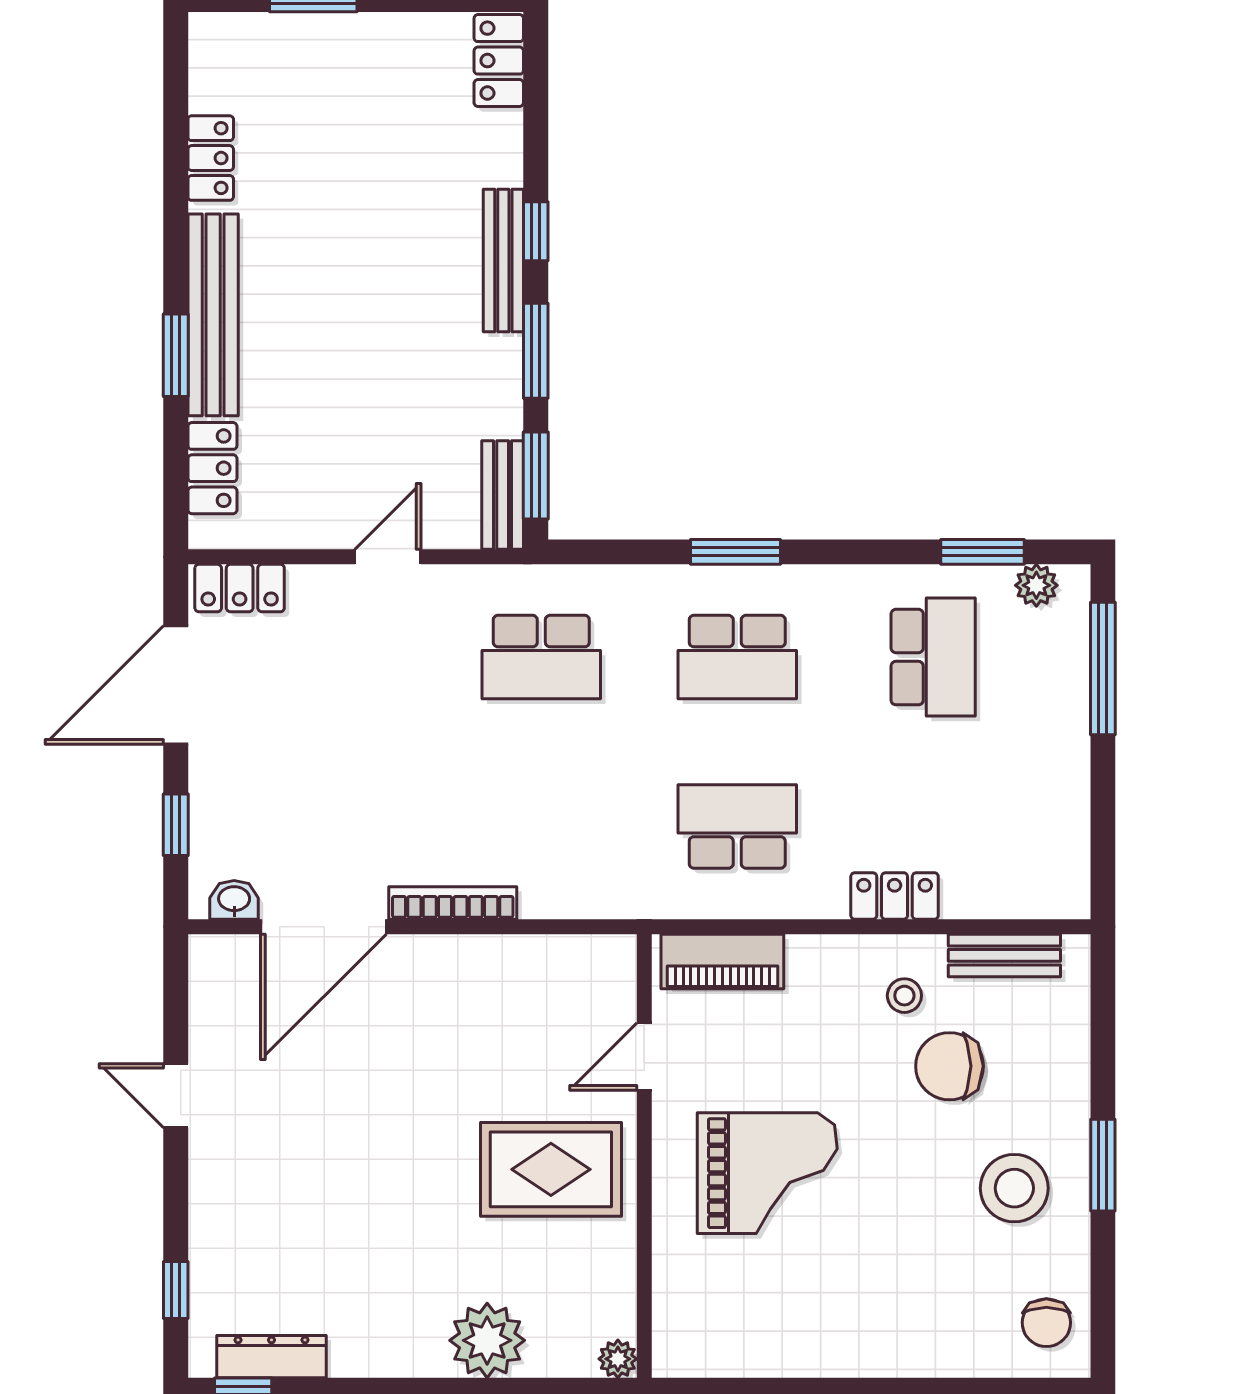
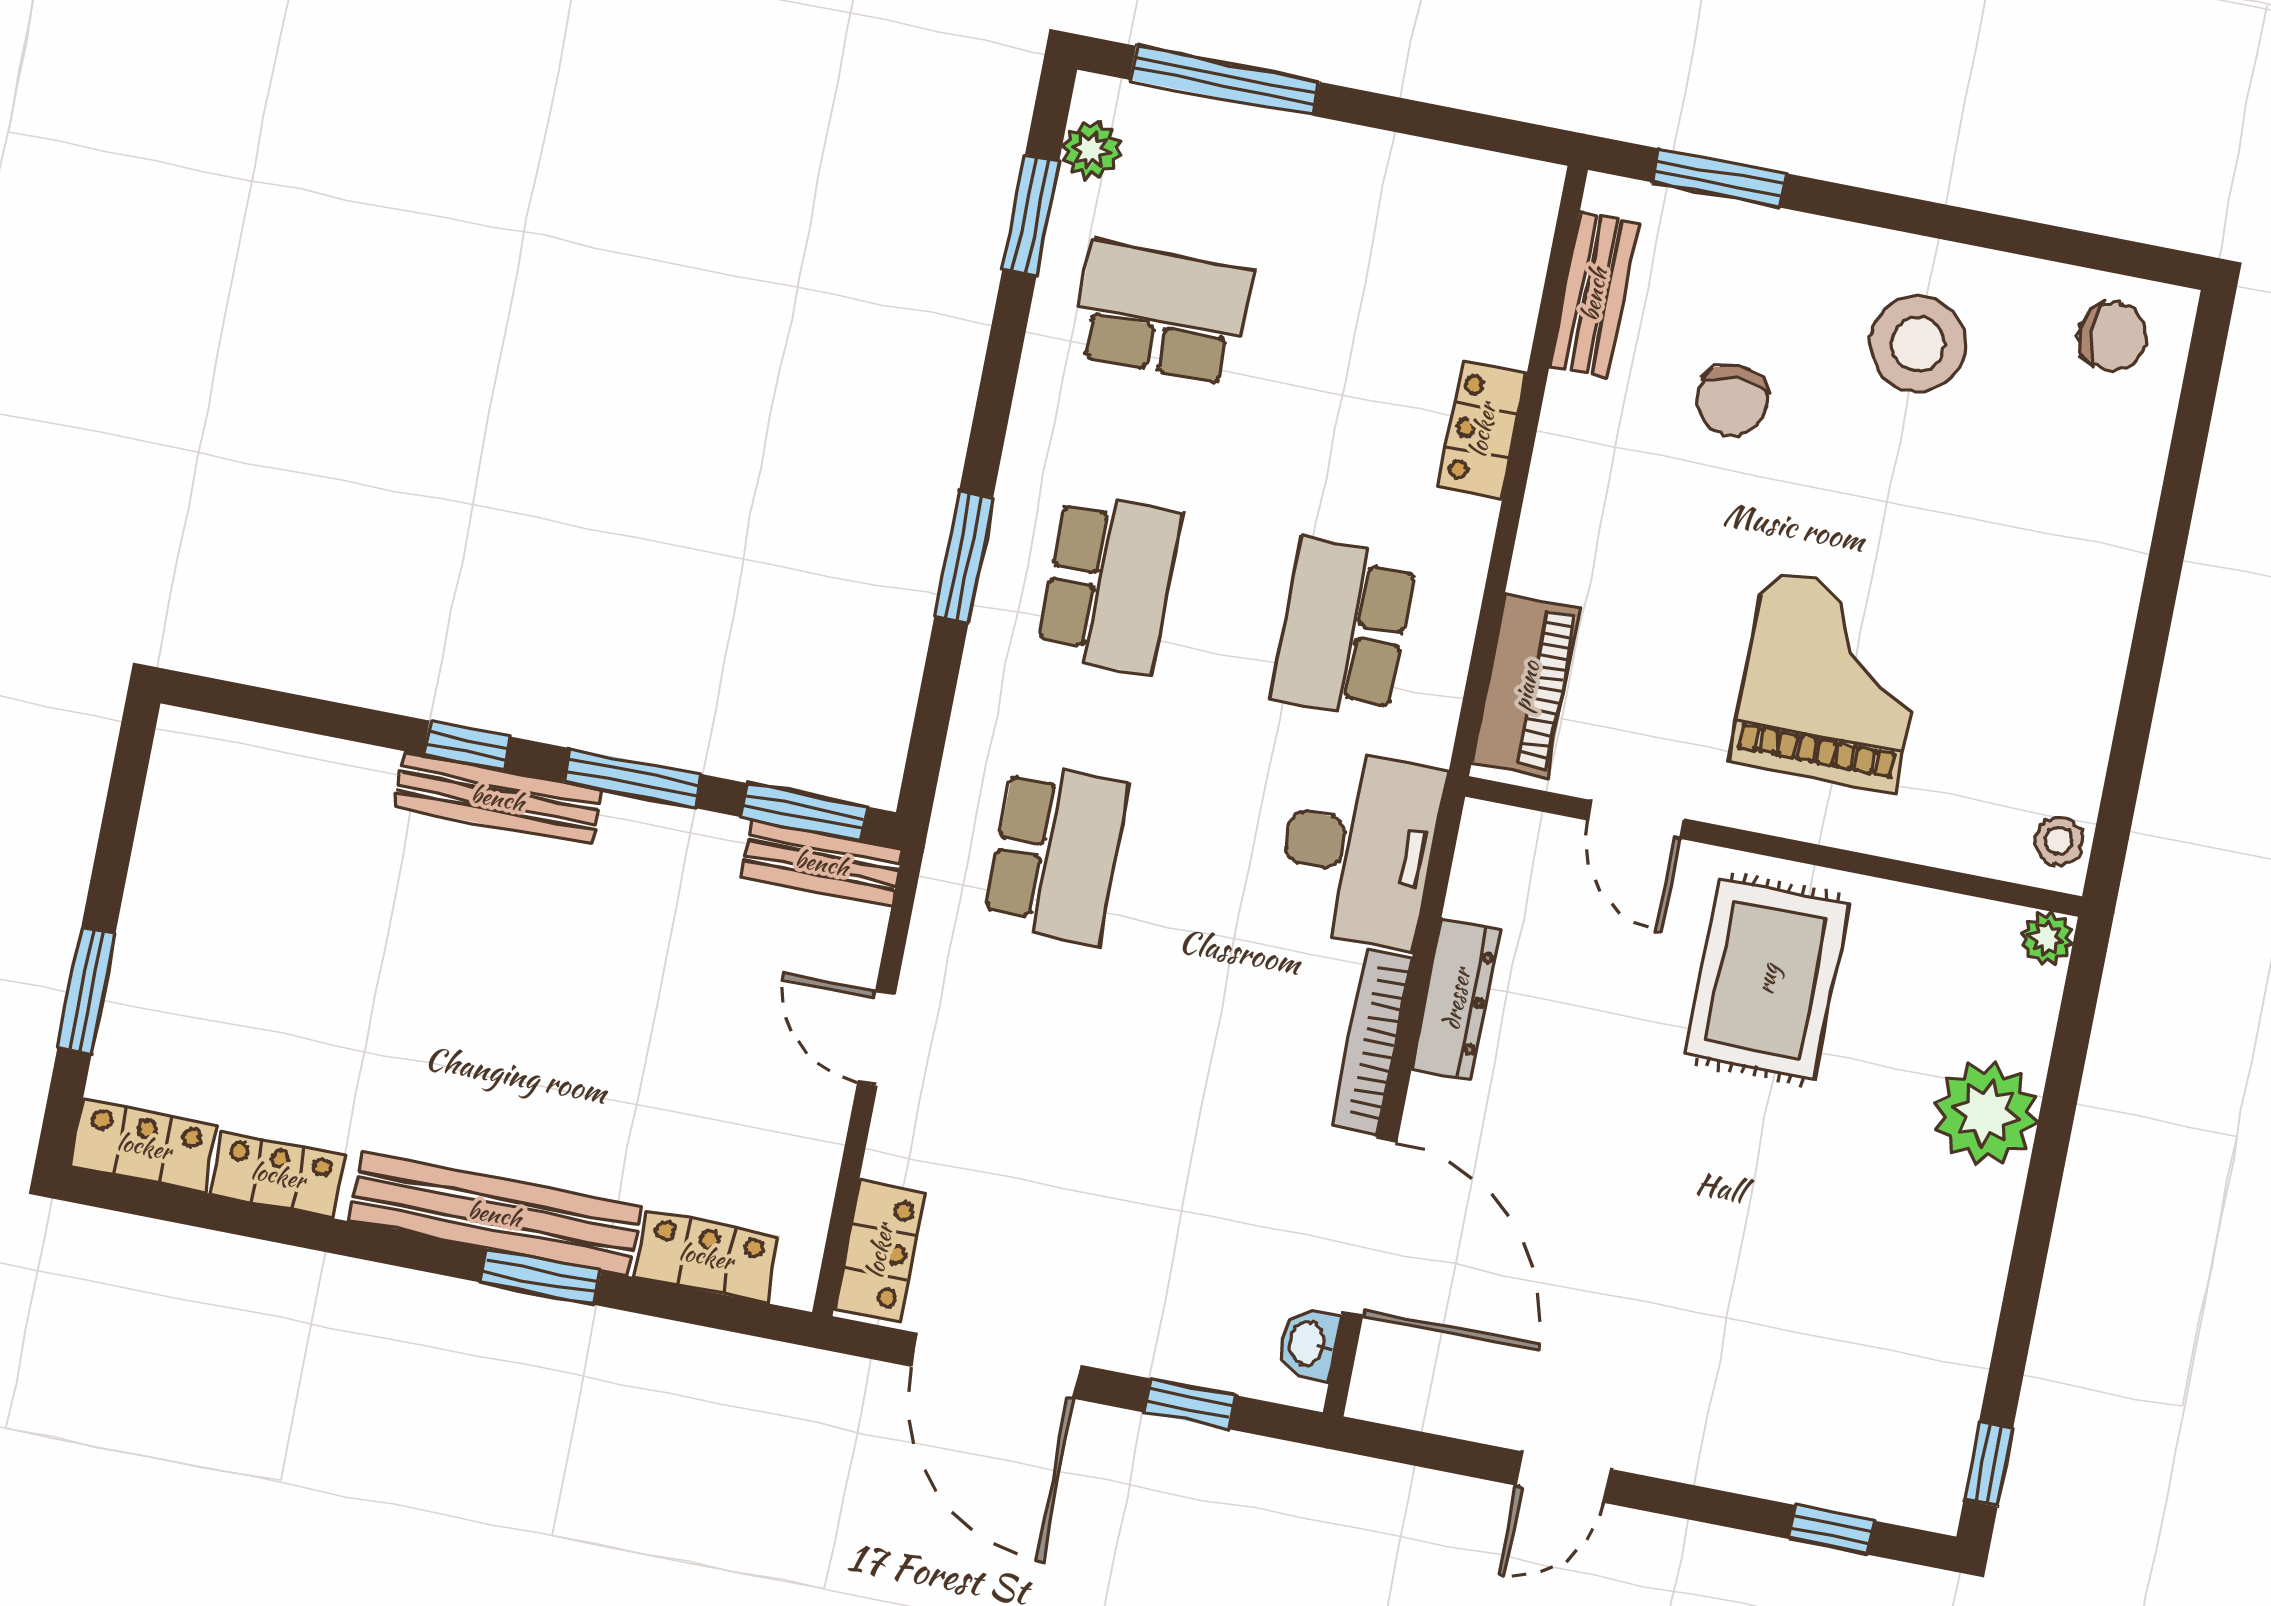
locker: (499, 61) -> (144, 1146), moved, turned 180
desk: (586, 868) -> (1360, 848), added
stool: (904, 996) -> (2059, 841), moved
chair: (950, 1066) -> (1732, 400), width x0.73, depth x0.73
window: (1103, 1165) -> (1719, 178), moved
dresser: (272, 1357) -> (1456, 999), moved, turned 180

